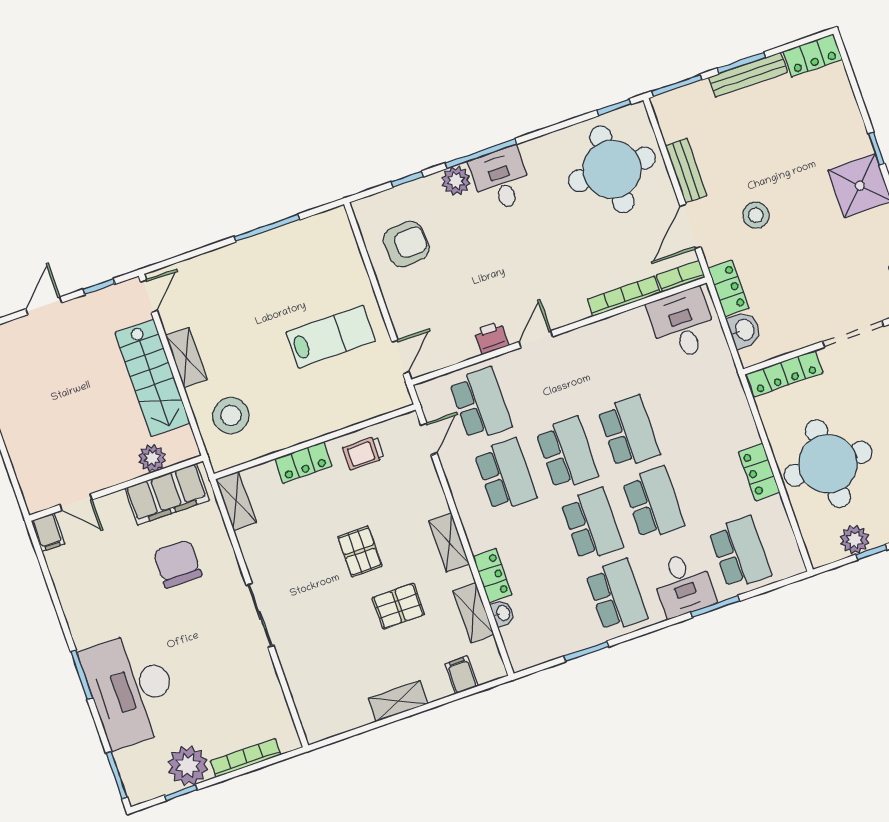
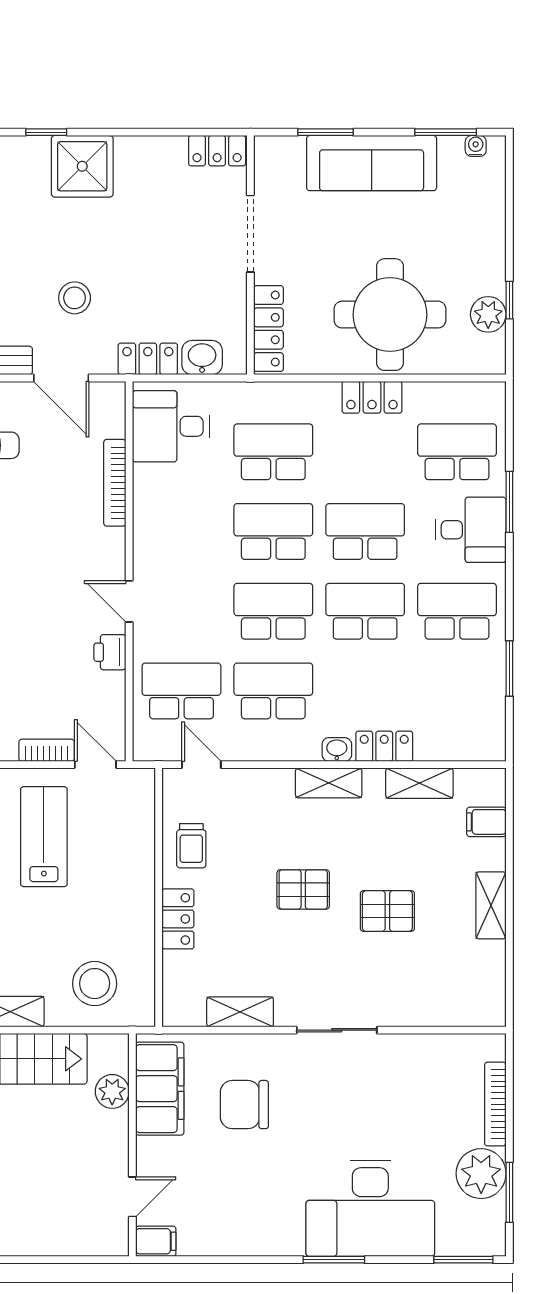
bookcase: (681, 276) -> (47, 750), moved, turned 90
school desk: (690, 410) -> (273, 452), added
shelving: (236, 501) -> (240, 1012), moved
pallet: (398, 606) -> (387, 911), moved, turned 90
washbasin: (503, 613) -> (337, 749), moved
window: (181, 793) -> (509, 1192), width x1.50

